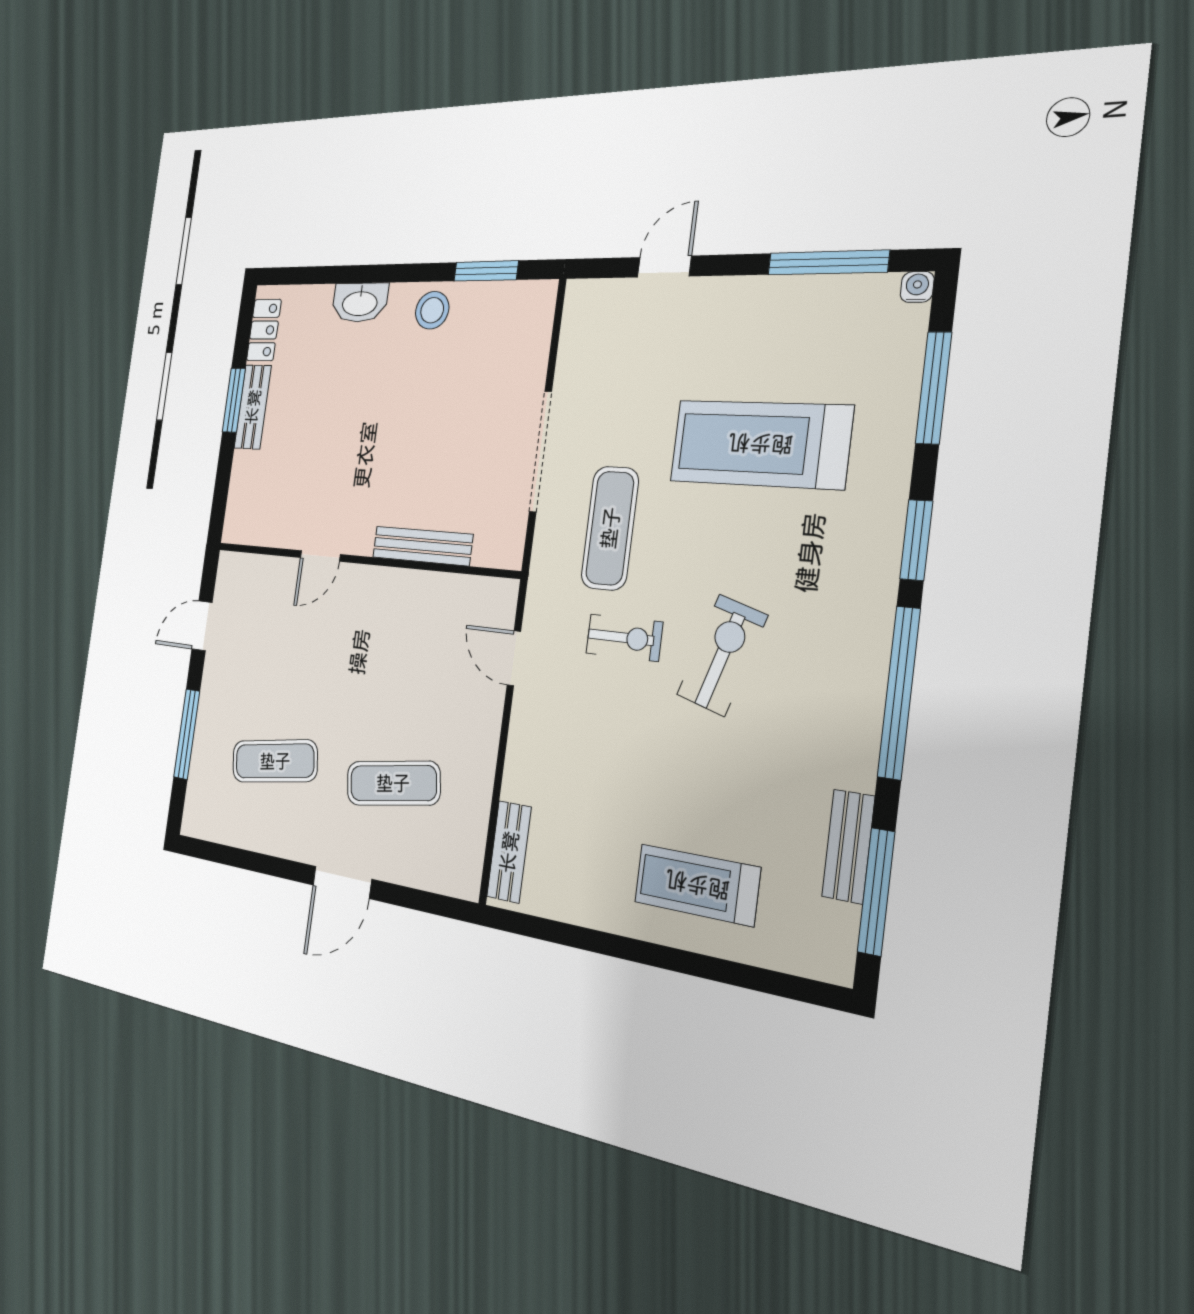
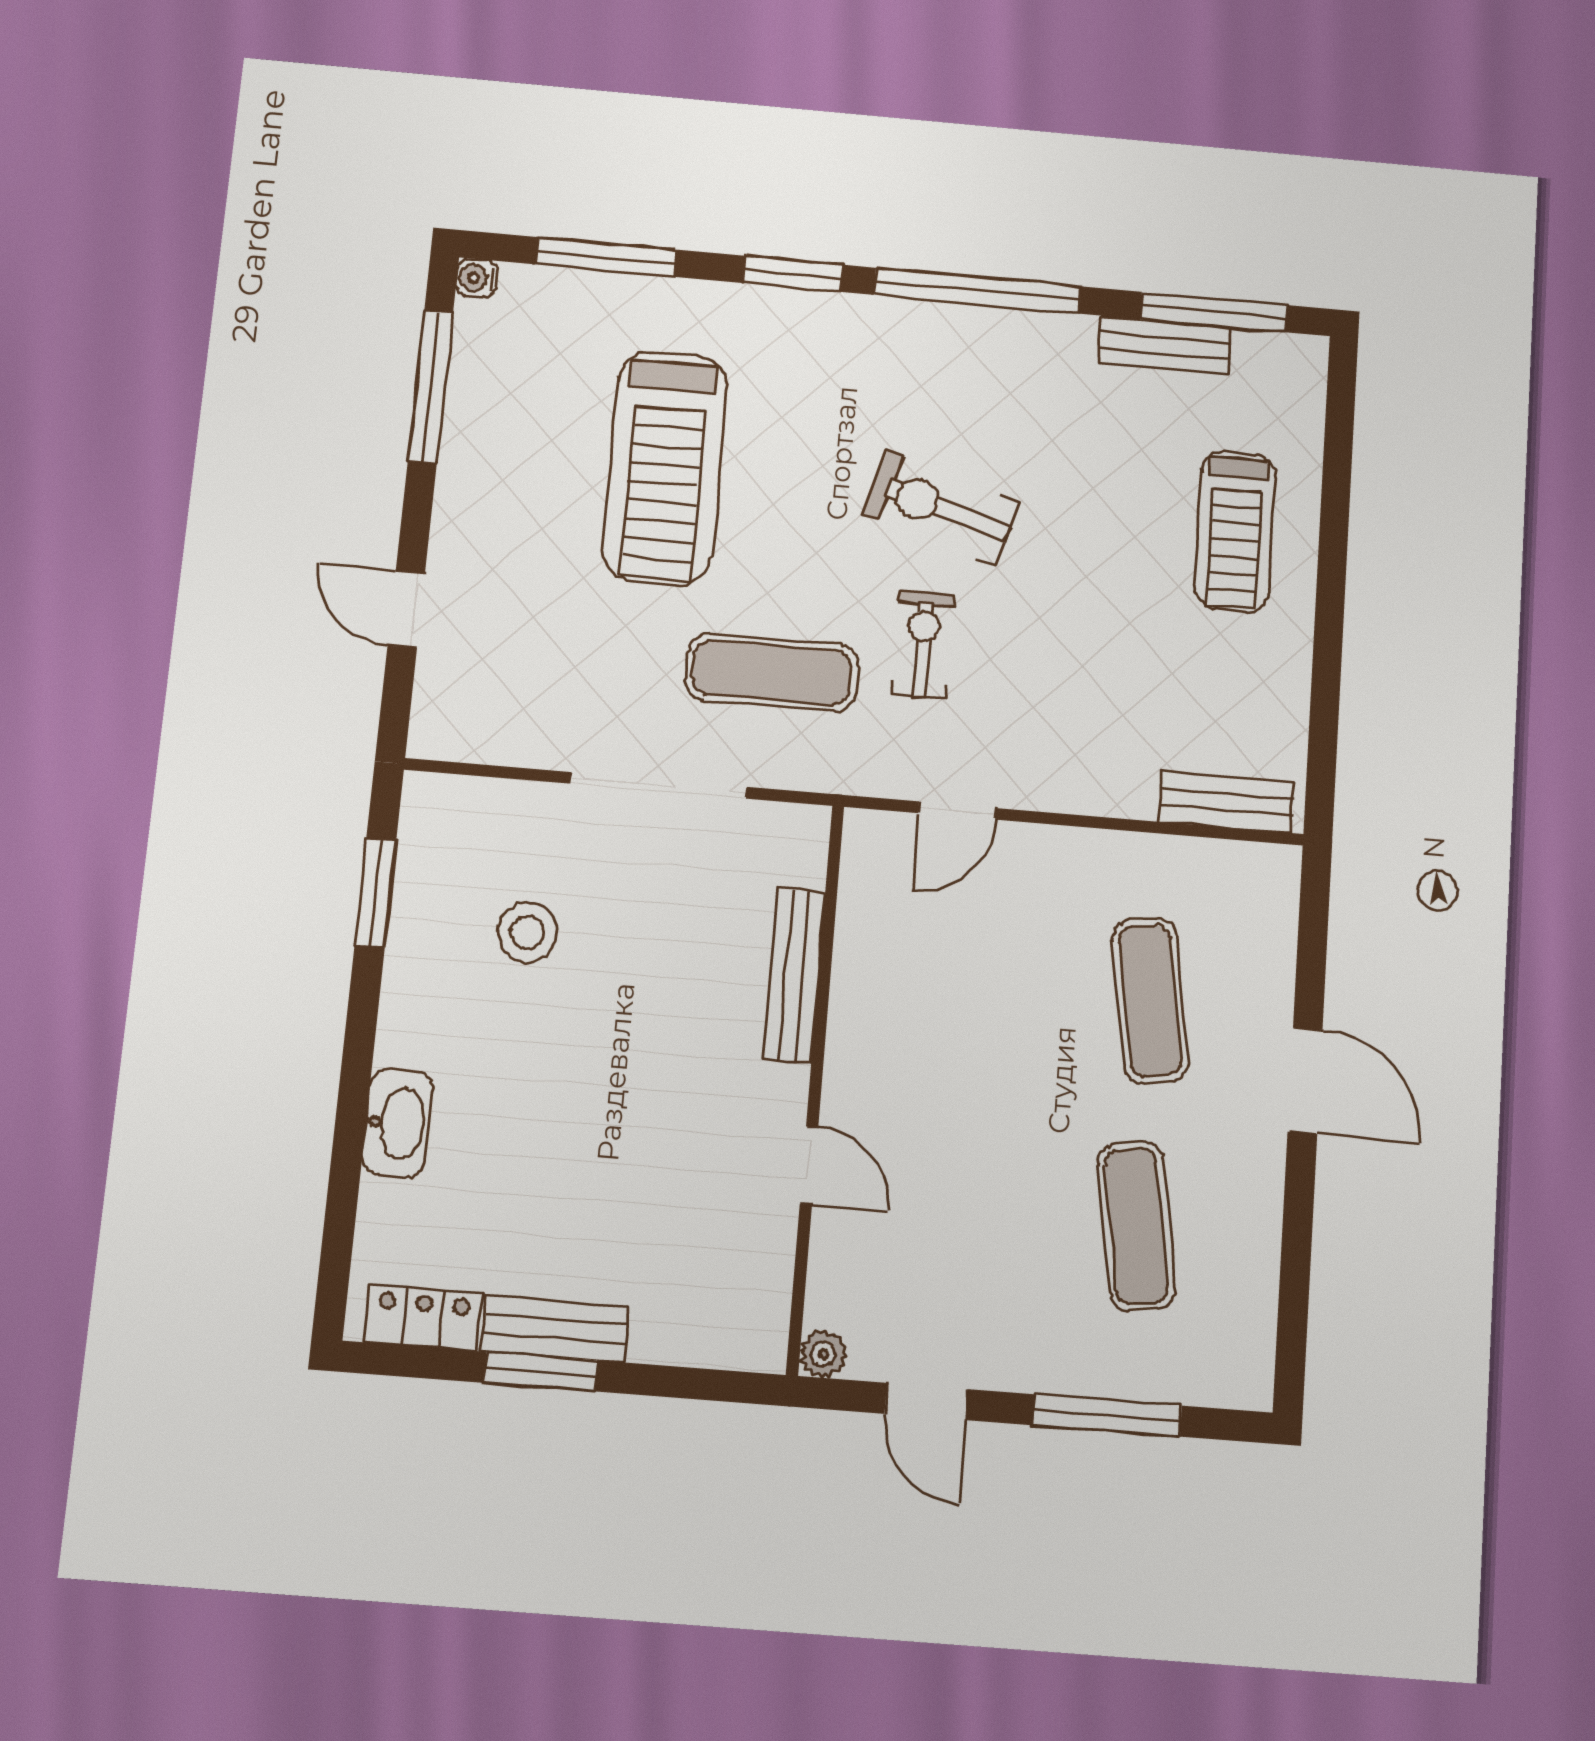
stool: (432, 310) -> (527, 932), moved
plant: (229, 565) -> (823, 1354), added

